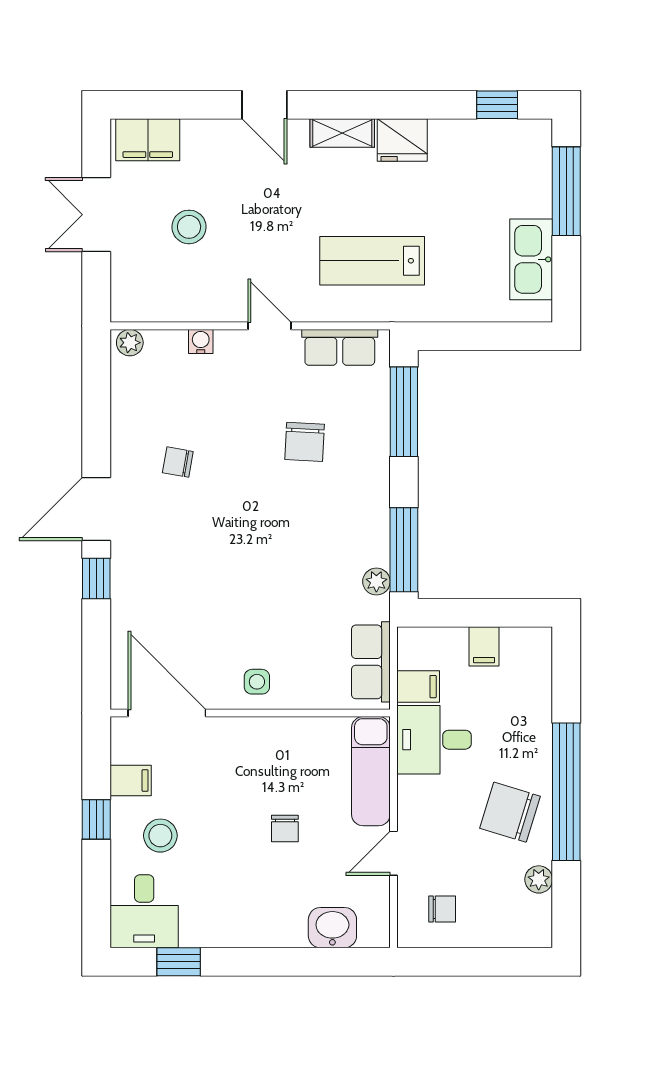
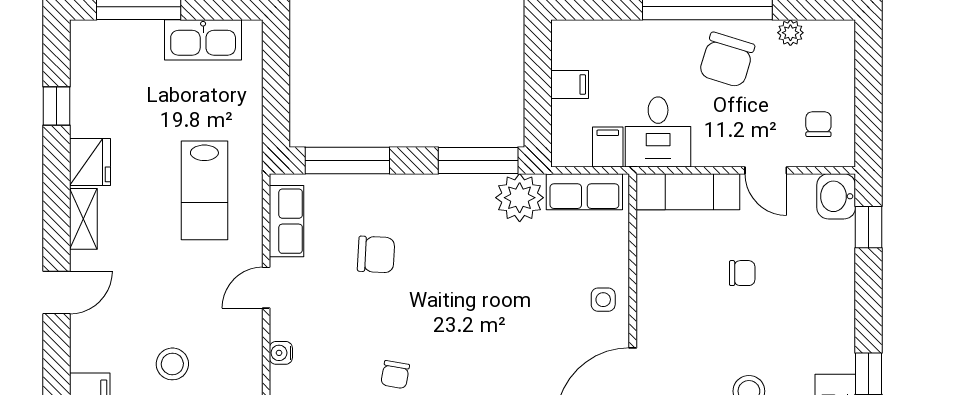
window: (497, 105) -> (57, 106), moved
plant: (376, 582) -> (520, 198), width x1.88, depth x1.88
washbasin: (332, 928) -> (836, 196), moved
window: (334, 962) -> (868, 227), added

